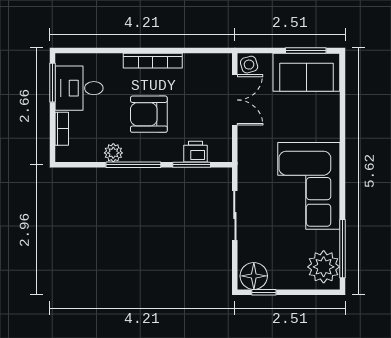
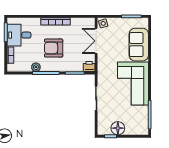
sofa: (306, 72) -> (139, 45), moved, turned 90
double door: (235, 100) -> (96, 41), swing flipped
printer: (195, 152) -> (89, 67), moved
plant: (324, 267) -> (140, 124), removed
floor lamp: (254, 276) -> (118, 128), moved

